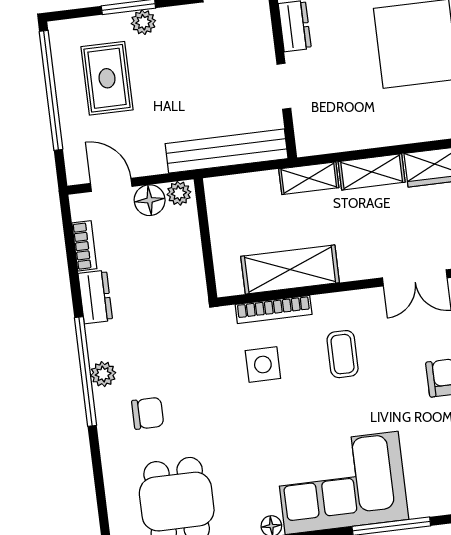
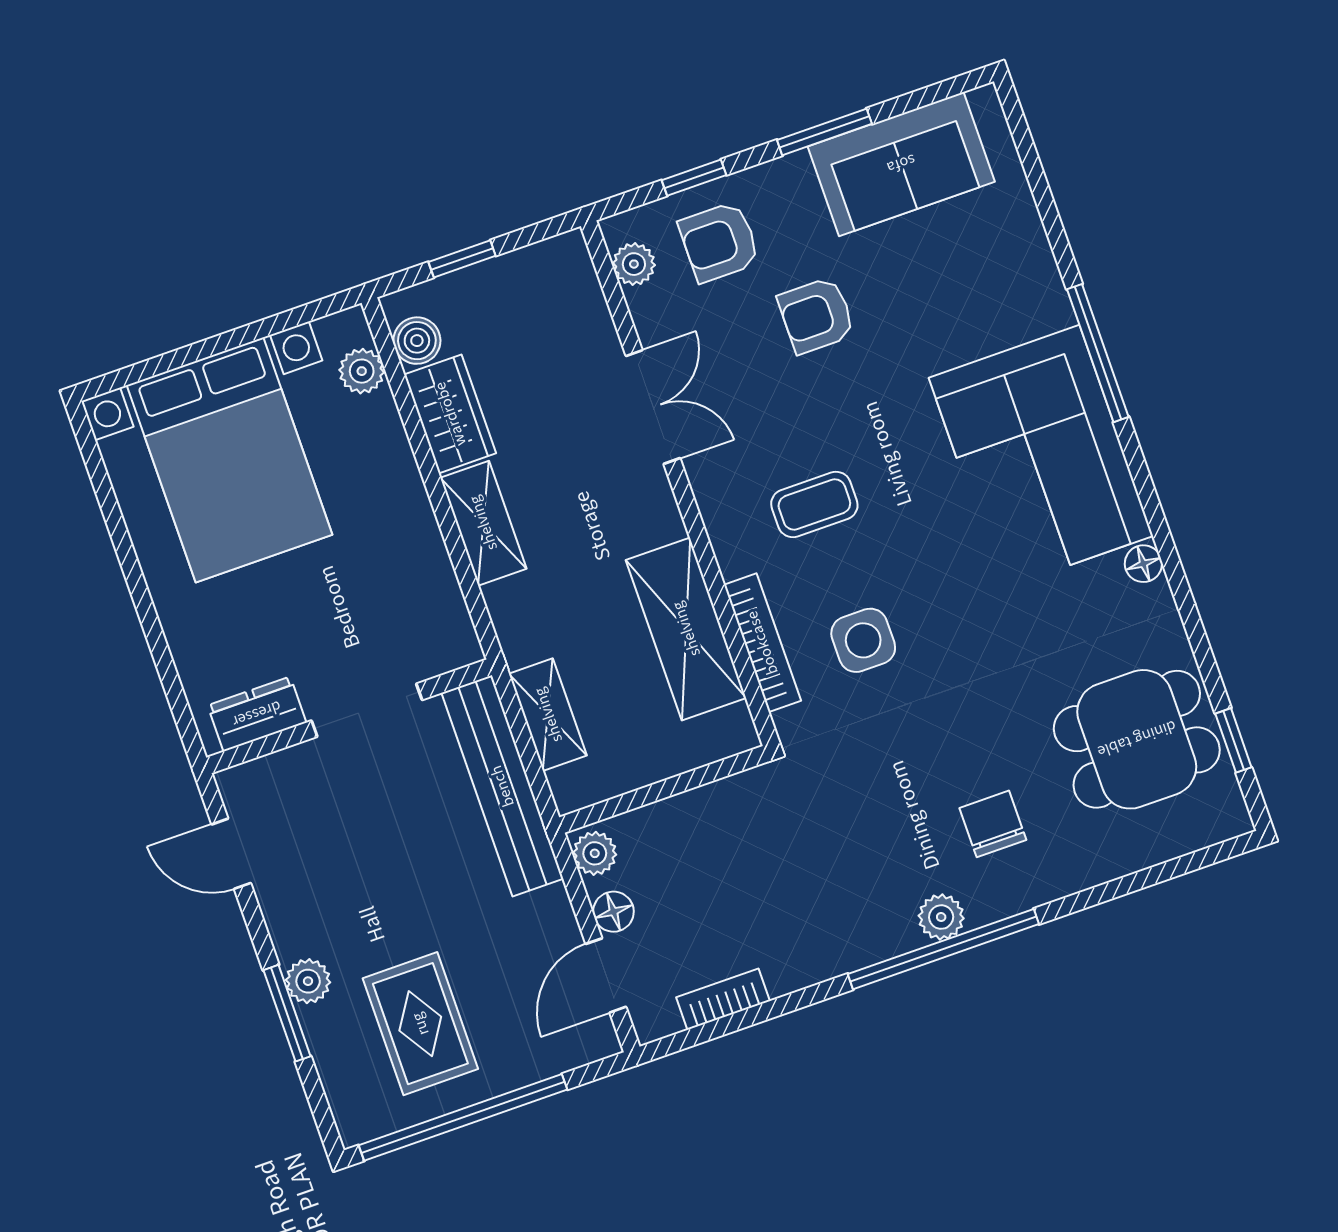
rug: (107, 78) -> (420, 1024), turned 90
doorway: (284, 86) -> (367, 710), width x1.38
shelving: (309, 178) -> (548, 715), moved
floor lamp: (150, 200) -> (613, 912), width x0.73, depth x0.73
dresser: (95, 297) -> (809, 960), removed

